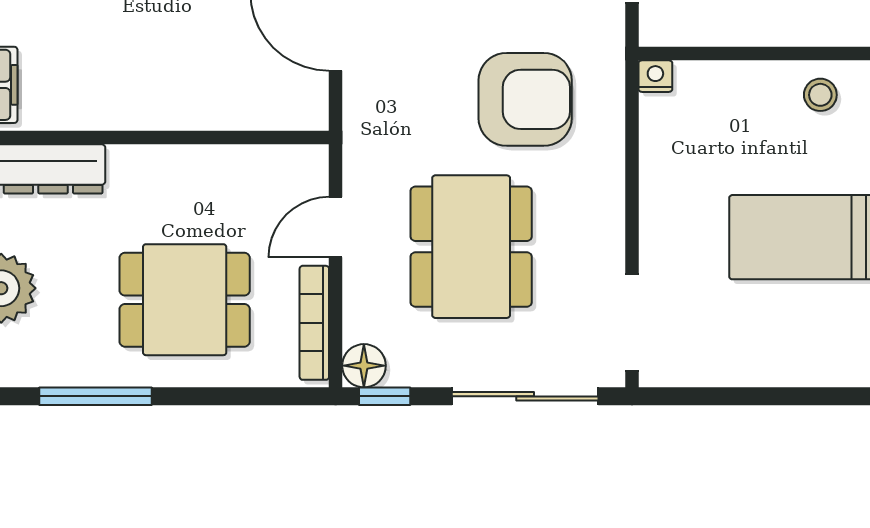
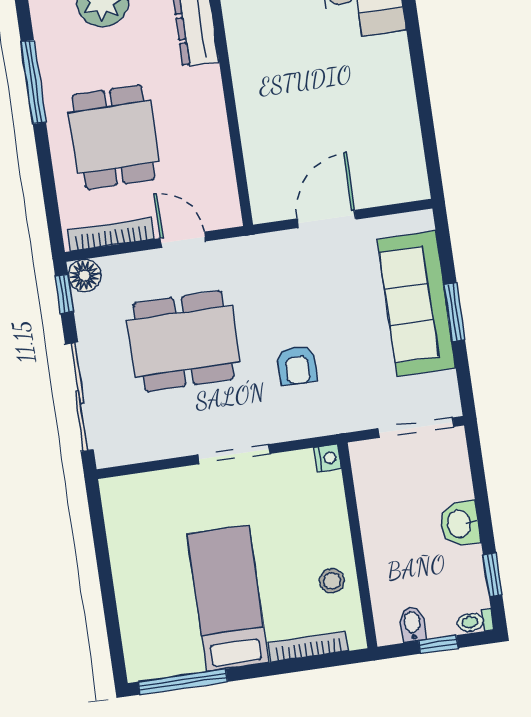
armchair: (525, 99) -> (297, 365), width x0.53, depth x0.53
doorway: (632, 323) -> (234, 454), moved

